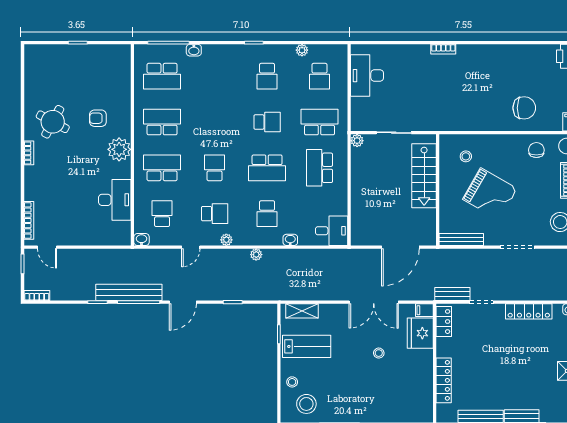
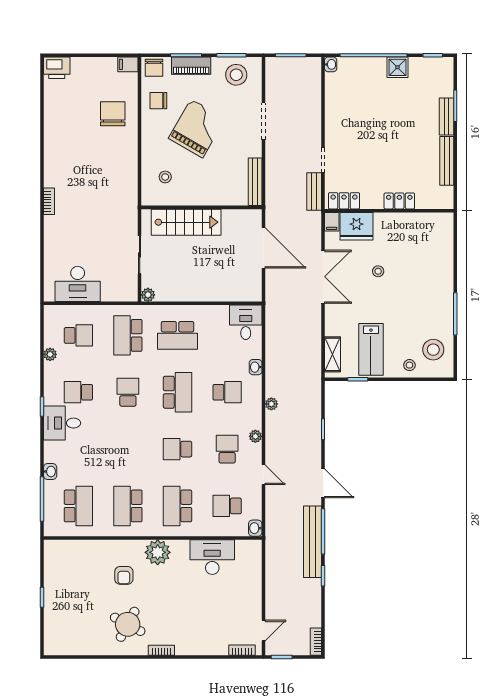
desk: (239, 61) -> (62, 423), added
school desk: (267, 76) -> (78, 392), turned 180
grand piano: (490, 194) -> (197, 128), moved
bookcase: (29, 220) -> (242, 650), width x0.64
locker: (529, 311) -> (333, 109), removed
lab bench: (307, 346) -> (371, 349), turned 180
locker: (444, 380) -> (399, 201), width x0.66

